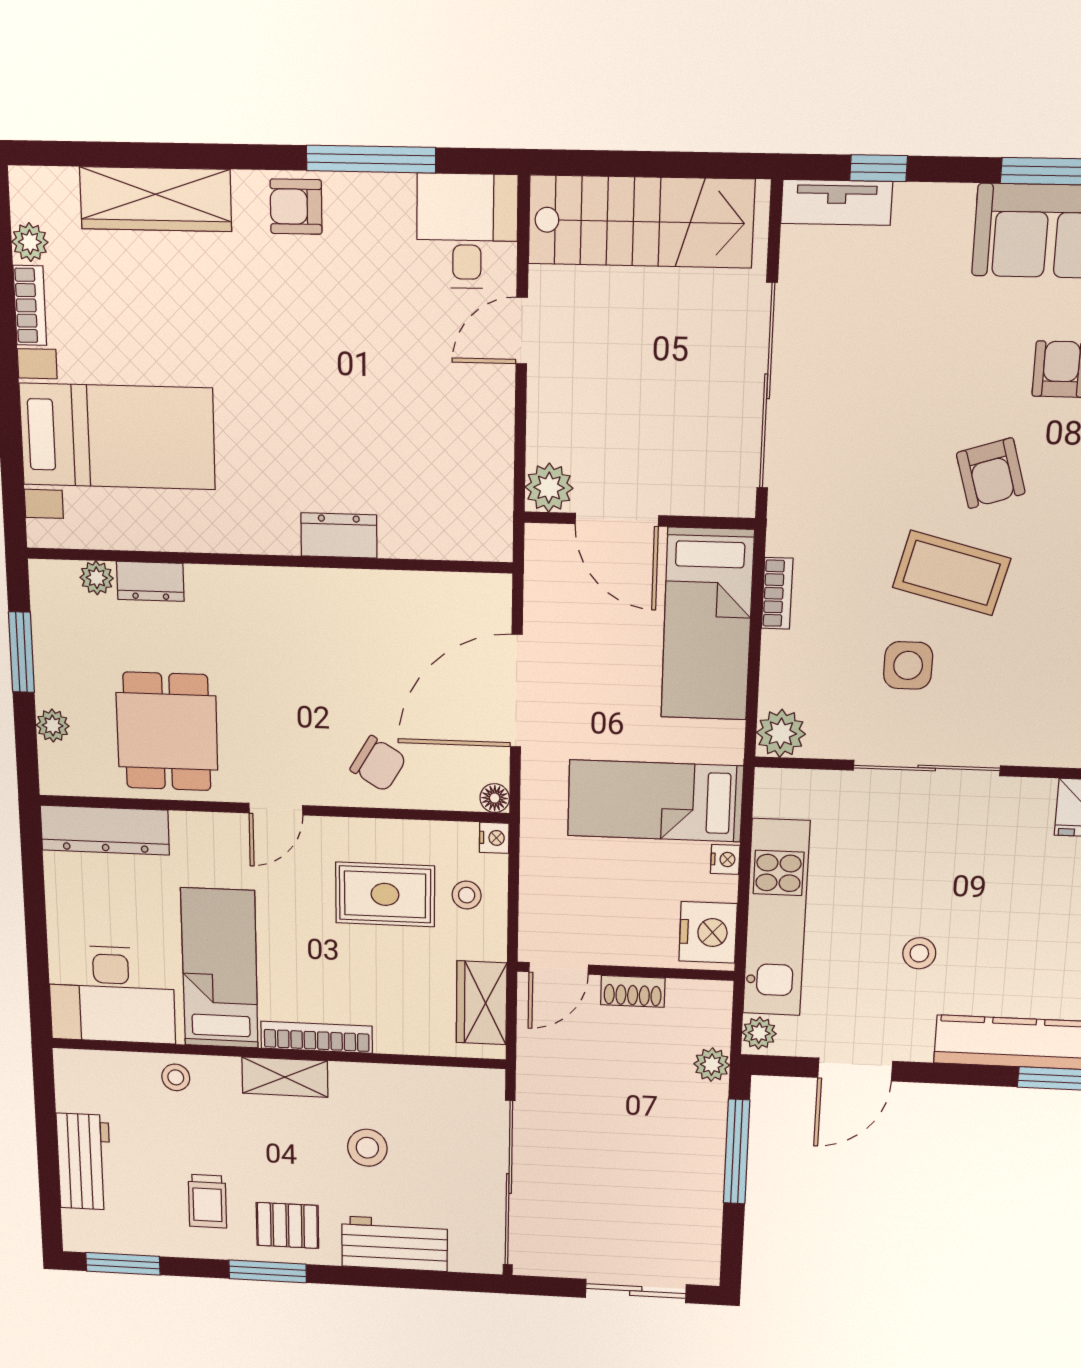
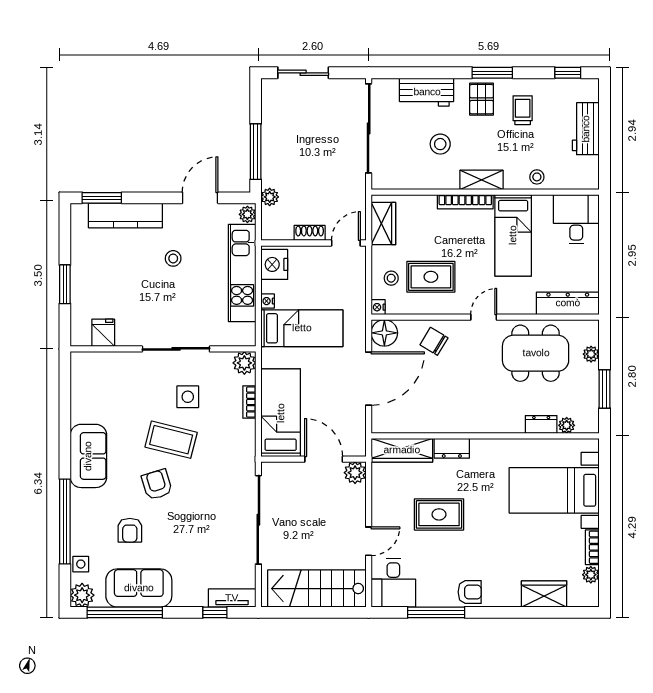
wardrobe: (156, 199) -> (544, 594), width x0.67
rug: (366, 389) -> (439, 514), added
wardrobe: (447, 534) -> (402, 450), added
bookcase: (777, 593) -> (249, 402), moved
dining table: (167, 731) -> (536, 353), width x1.38
floor lamp: (495, 798) -> (384, 333), width x1.89, depth x1.89
desk: (112, 994) -> (576, 219), width x0.73
pallet: (287, 1225) -> (482, 99), turned 90
window: (123, 1264) -> (568, 73), width x0.67

